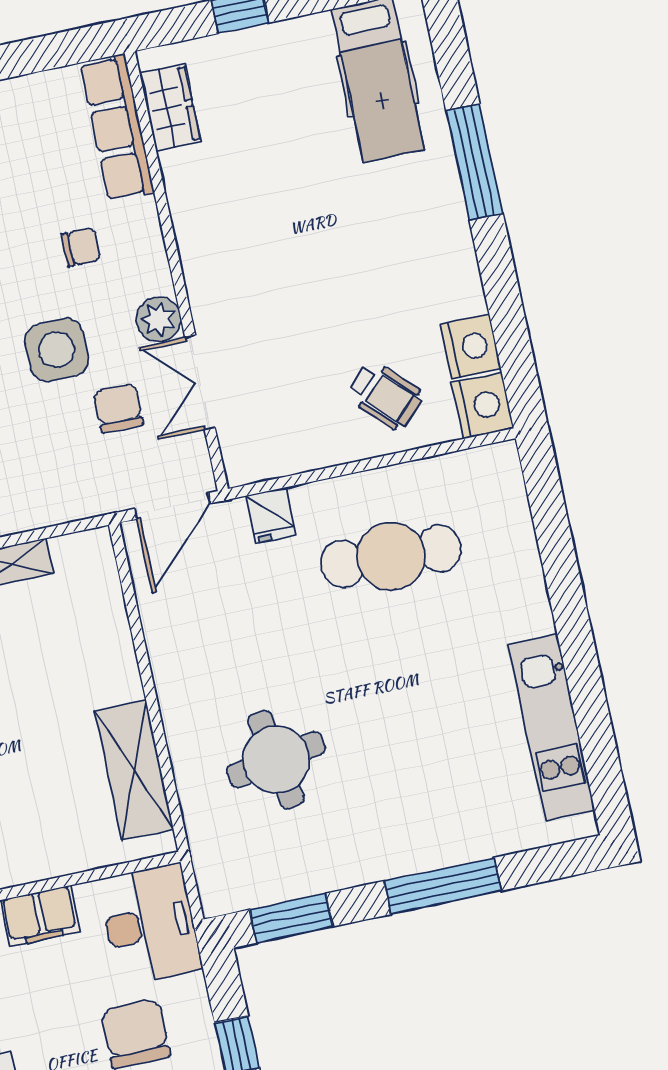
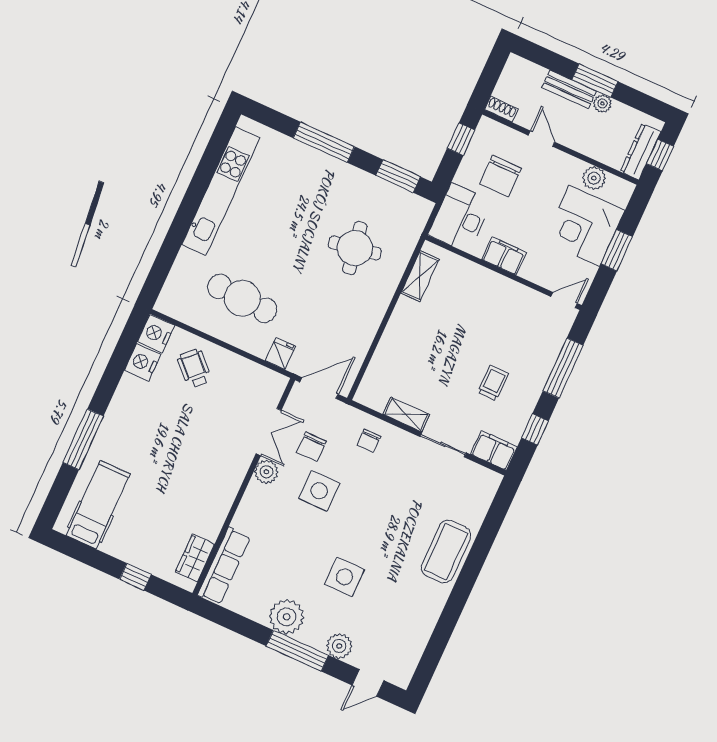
chair: (81, 247) -> (369, 441), moved, turned -90
kitchen unit: (551, 727) -> (221, 191), width x1.36
shelving: (134, 770) -> (420, 276), width x0.67, depth x0.75

